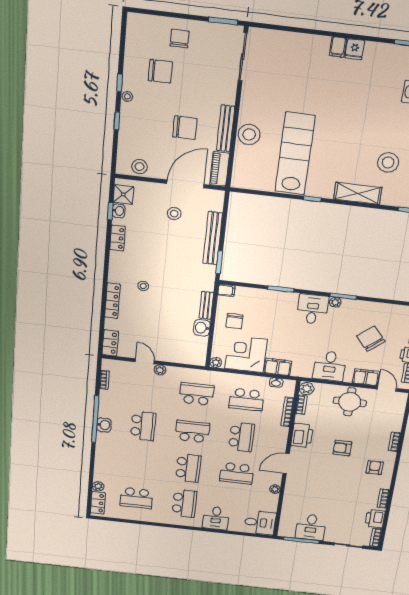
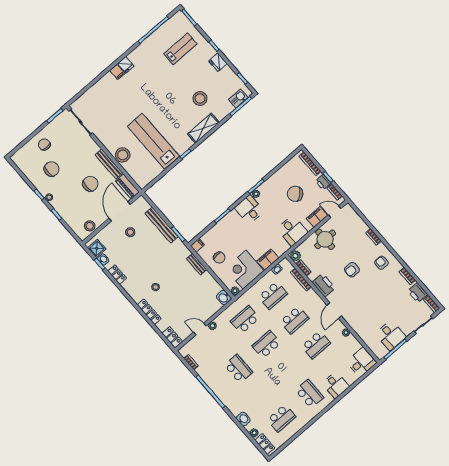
washbasin: (202, 328) -> (224, 297), moved
washbasin: (104, 425) -> (243, 419), moved
school desk: (241, 437) -> (294, 320), turned 90
school desk: (188, 468) -> (288, 369), removed

